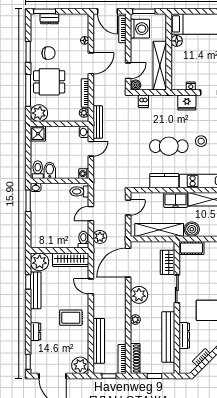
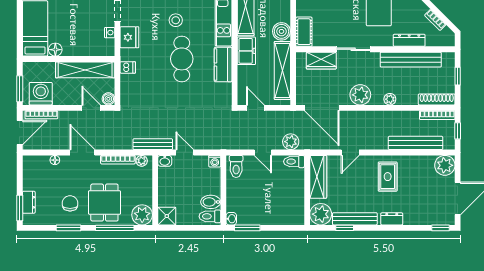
dishwasher: (143, 101) -> (128, 67), moved
dresser: (36, 332) -> (392, 219), moved

